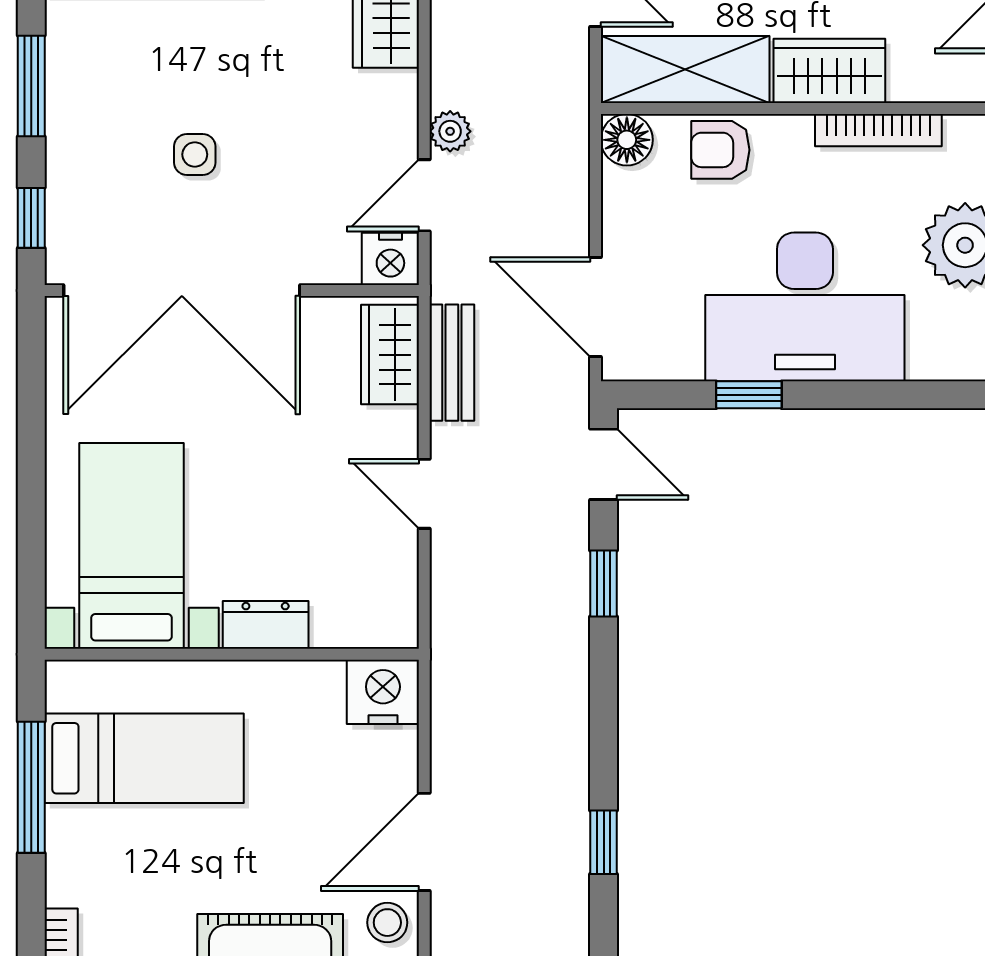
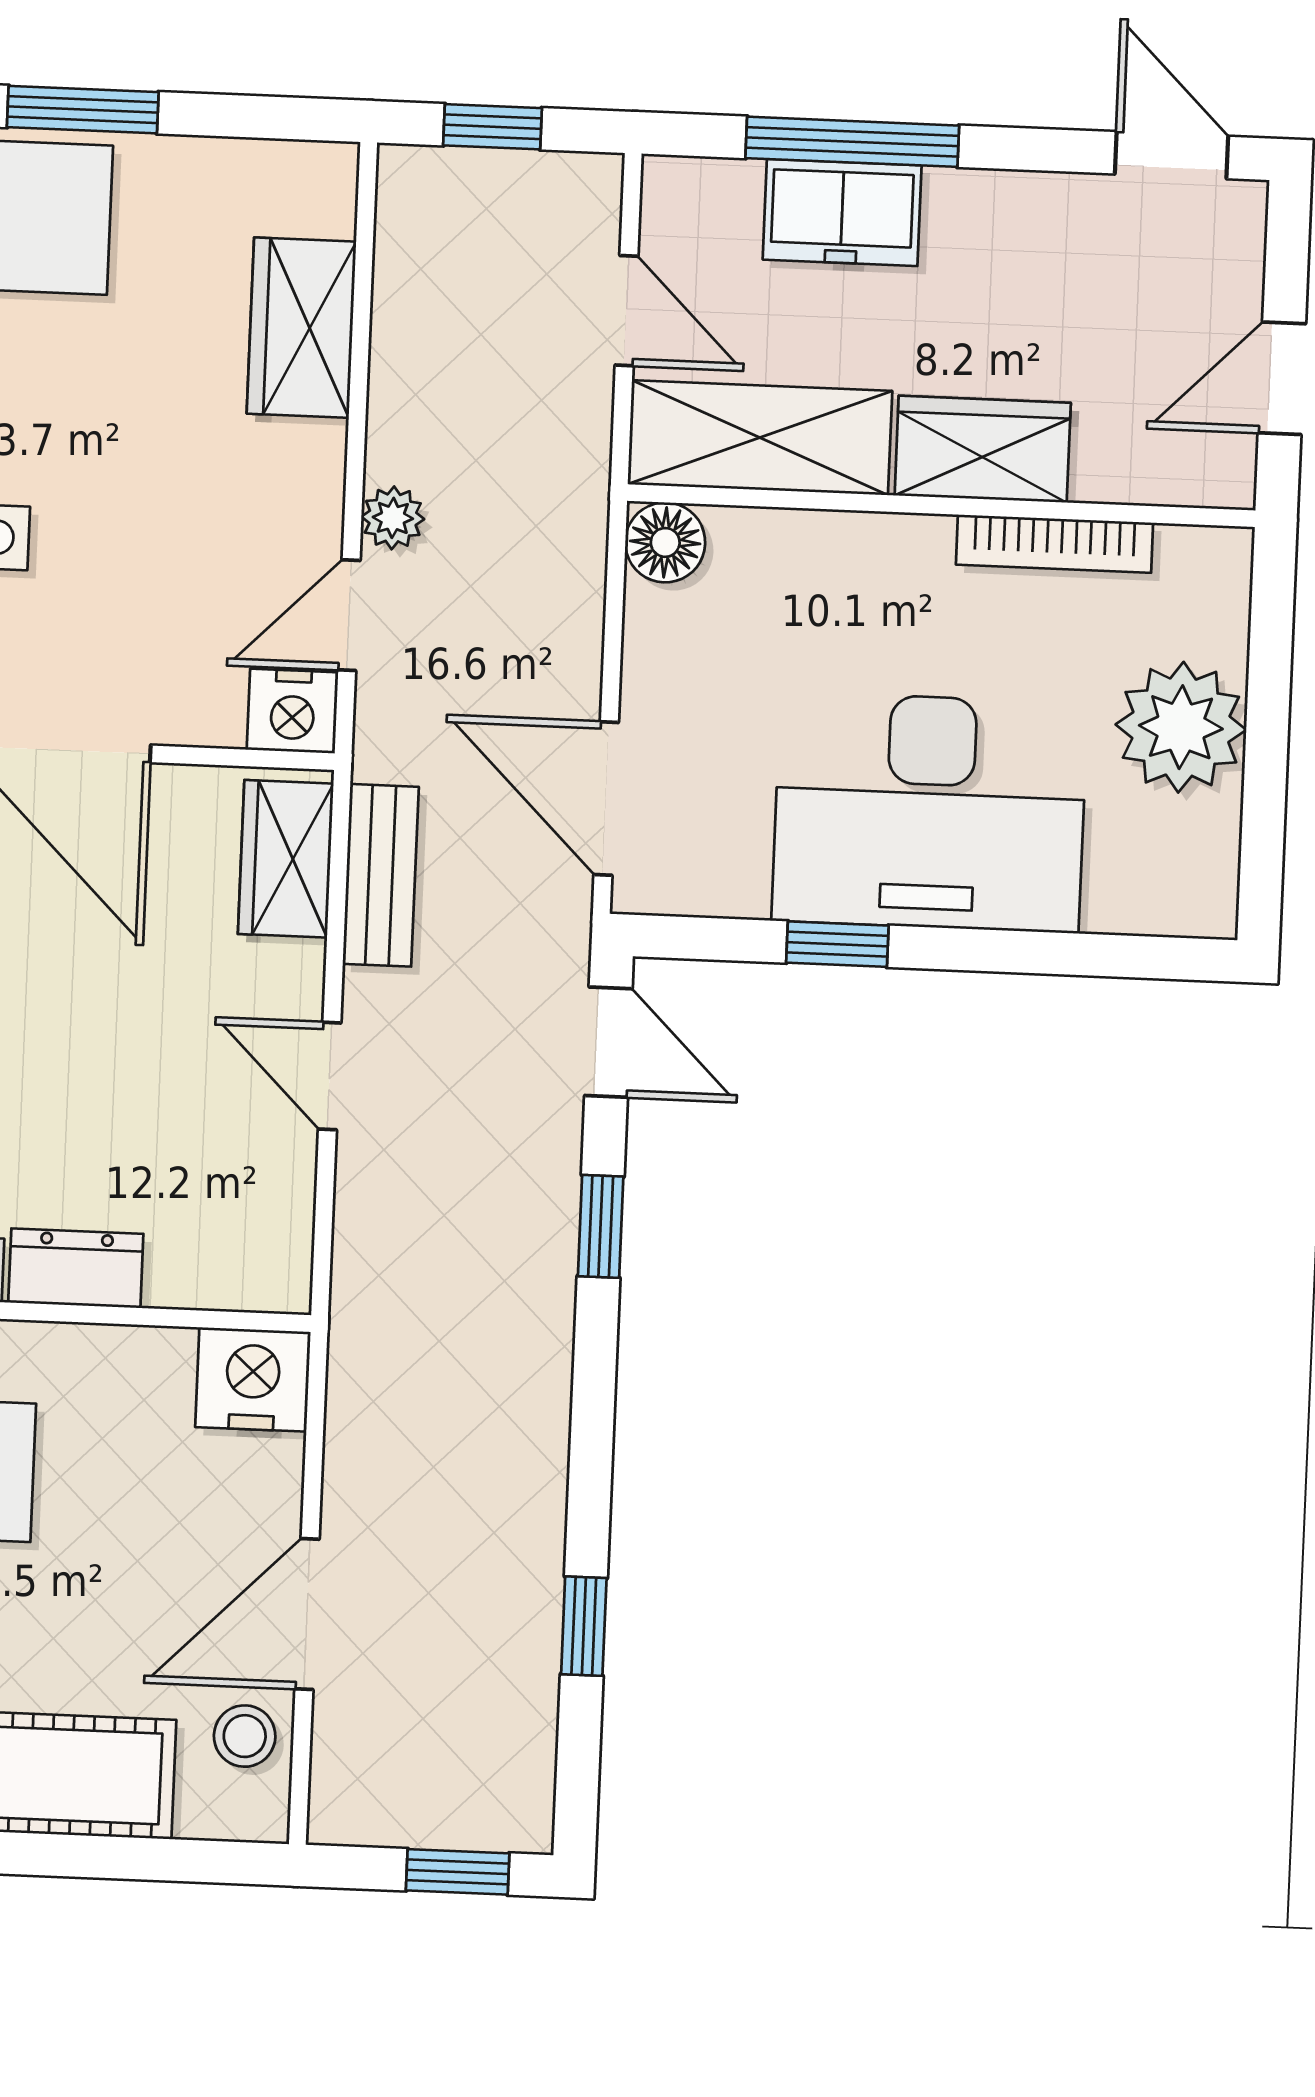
armchair: (720, 150) -> (809, 564), removed

